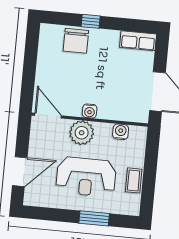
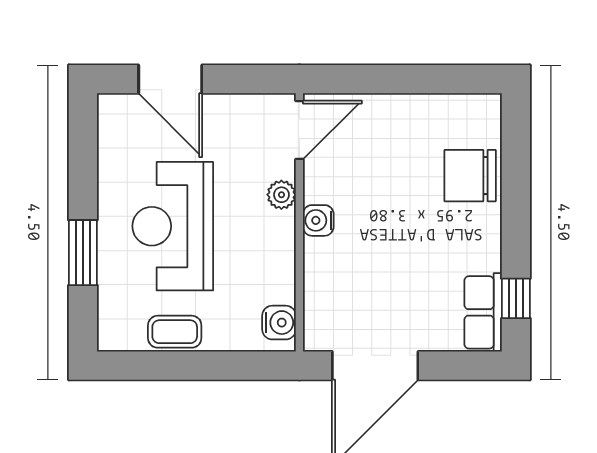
window: (91, 21) -> (516, 298), moved
water cooler: (121, 132) -> (279, 323), moved
plant: (82, 133) -> (281, 195), width x0.53, depth x0.53

